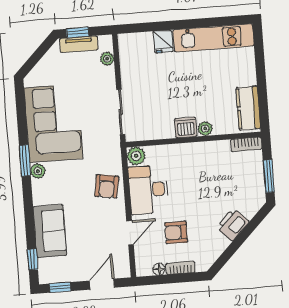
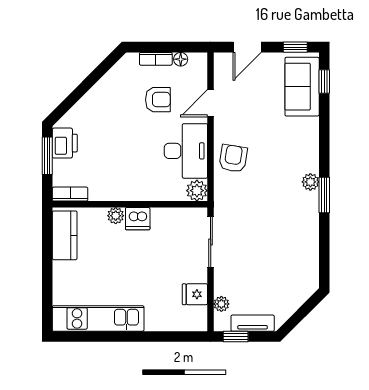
window: (78, 33) -> (236, 337), moved
fridge: (163, 41) -> (195, 294), moved, turned -90
corner sofa: (53, 123) -> (288, 235), removed
printer: (233, 224) -> (65, 143), moved, turned -45
sofa: (50, 231) -> (302, 87), moved

